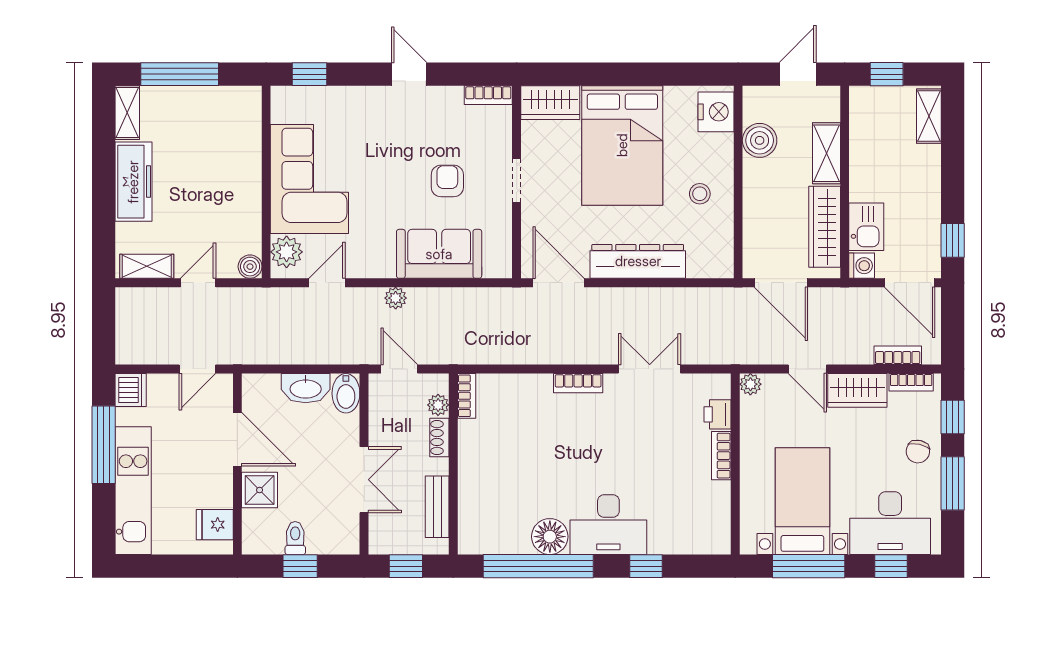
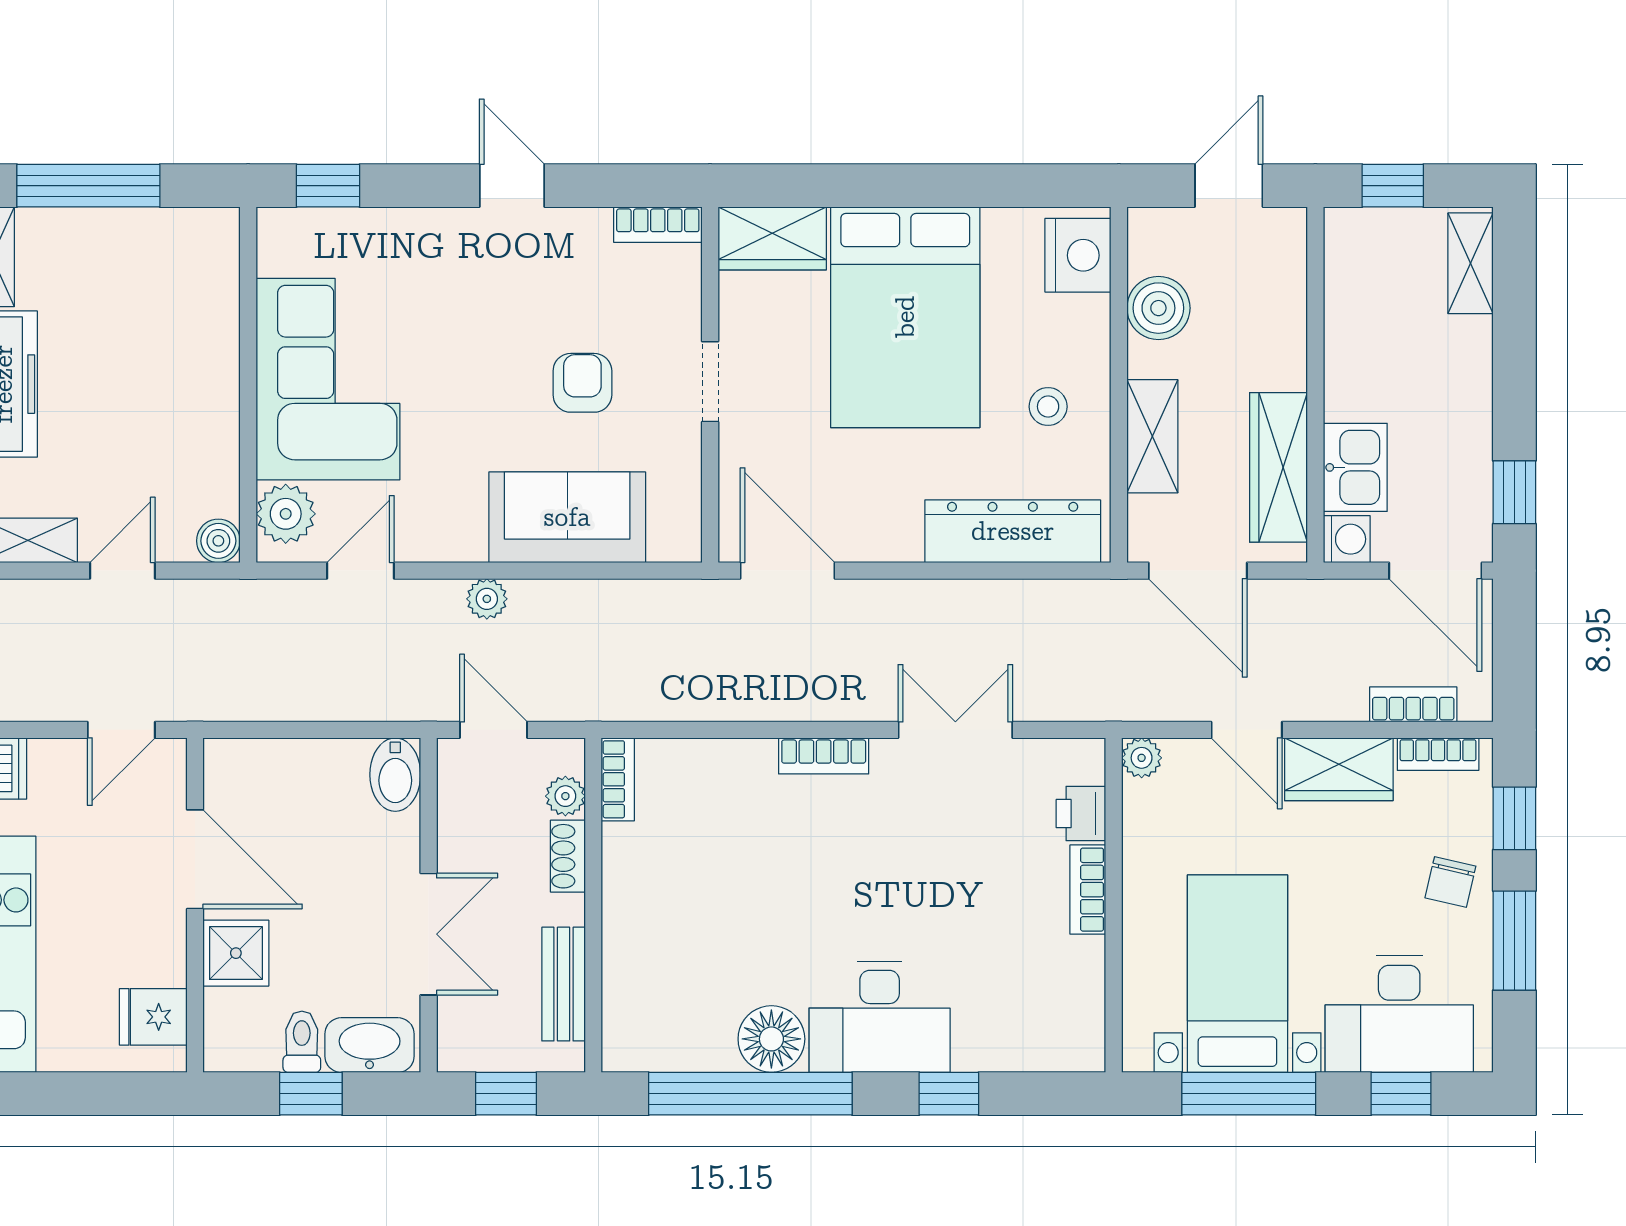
shelving: (827, 153) -> (1152, 436), moved
dresser: (638, 261) -> (1013, 531), moved
washbasin: (306, 388) -> (370, 1045), moved, turned 180

